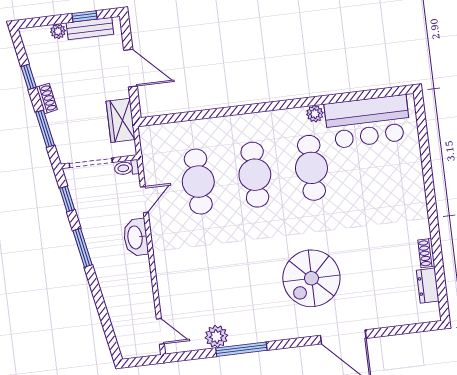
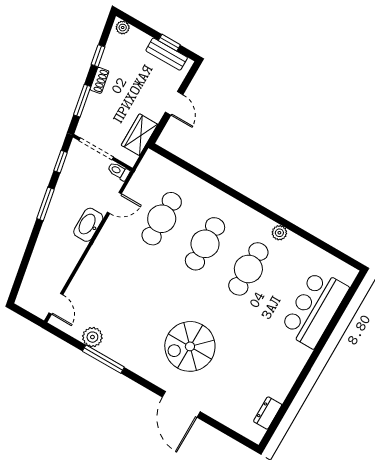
plant: (58, 31) -> (123, 28), moved
door: (131, 68) -> (174, 103), width x0.73
bar counter: (368, 122) -> (314, 309), moved, turned 90
shoe rack: (426, 253) -> (284, 389), removed

